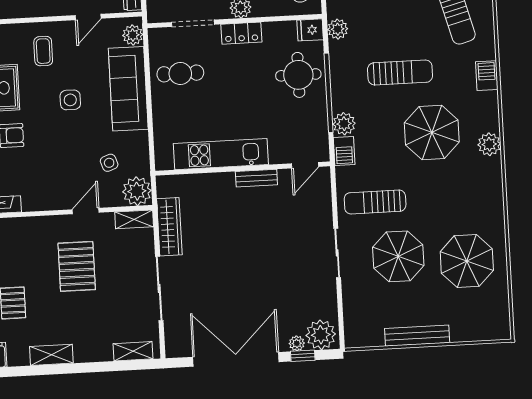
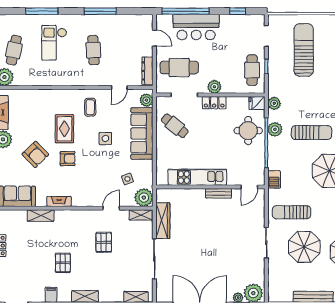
cafe table: (180, 73) -> (175, 126), turned 39
plant: (344, 124) -> (275, 129), moved
pallet: (77, 266) -> (104, 242), width x0.67, depth x0.71

